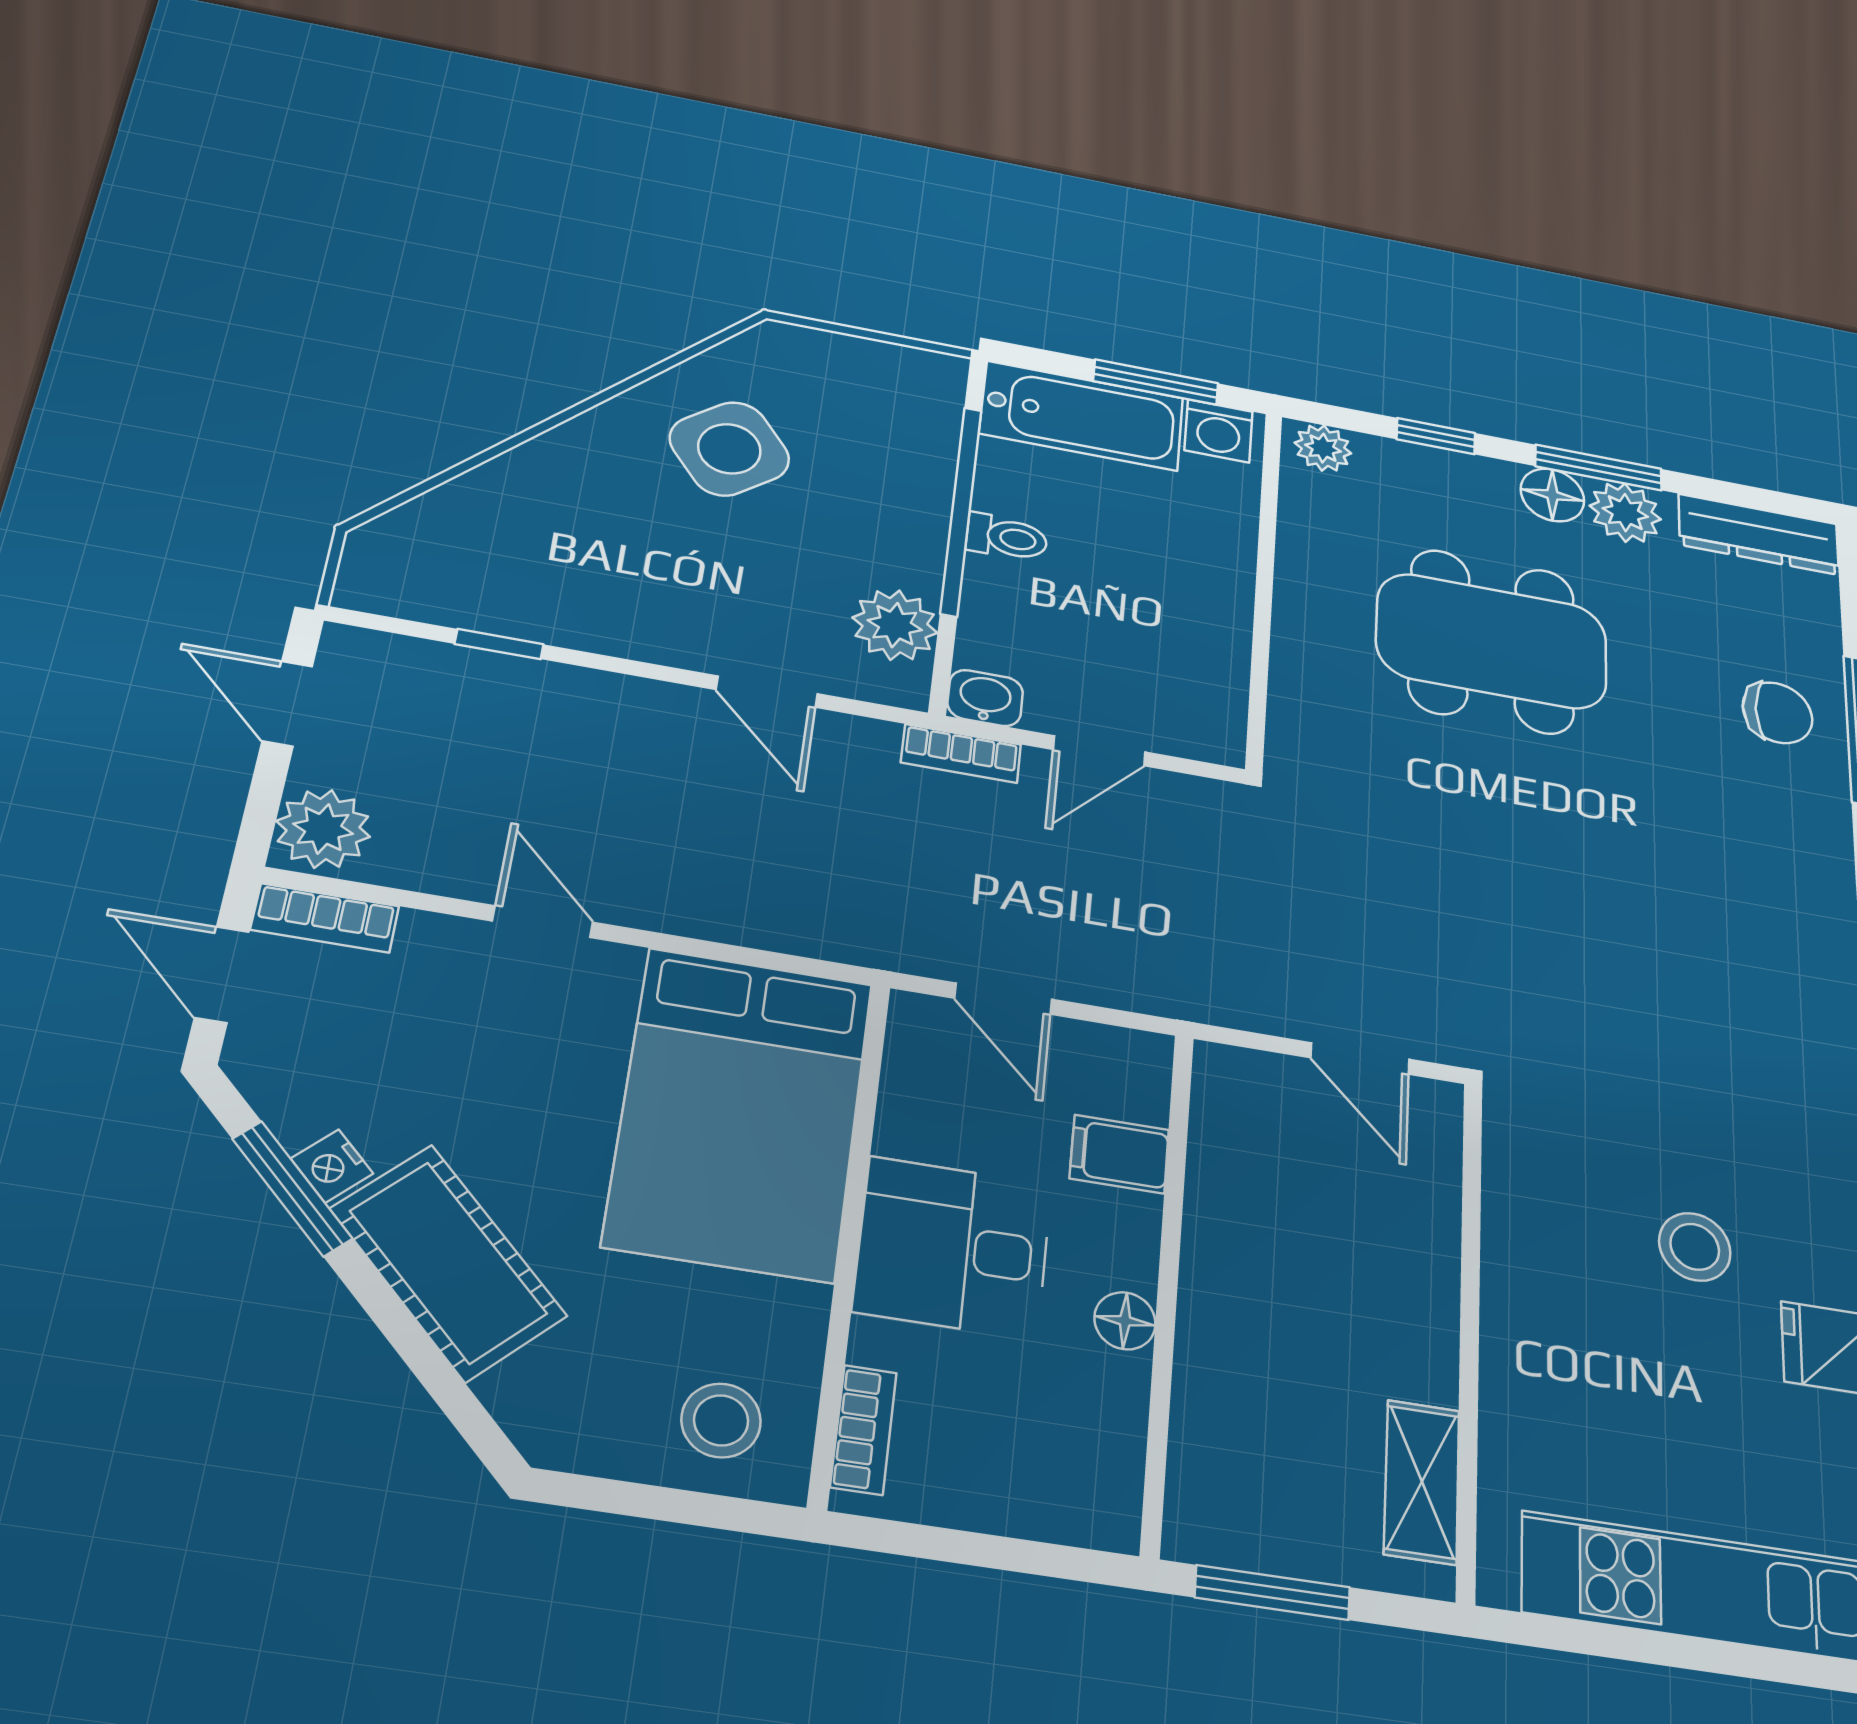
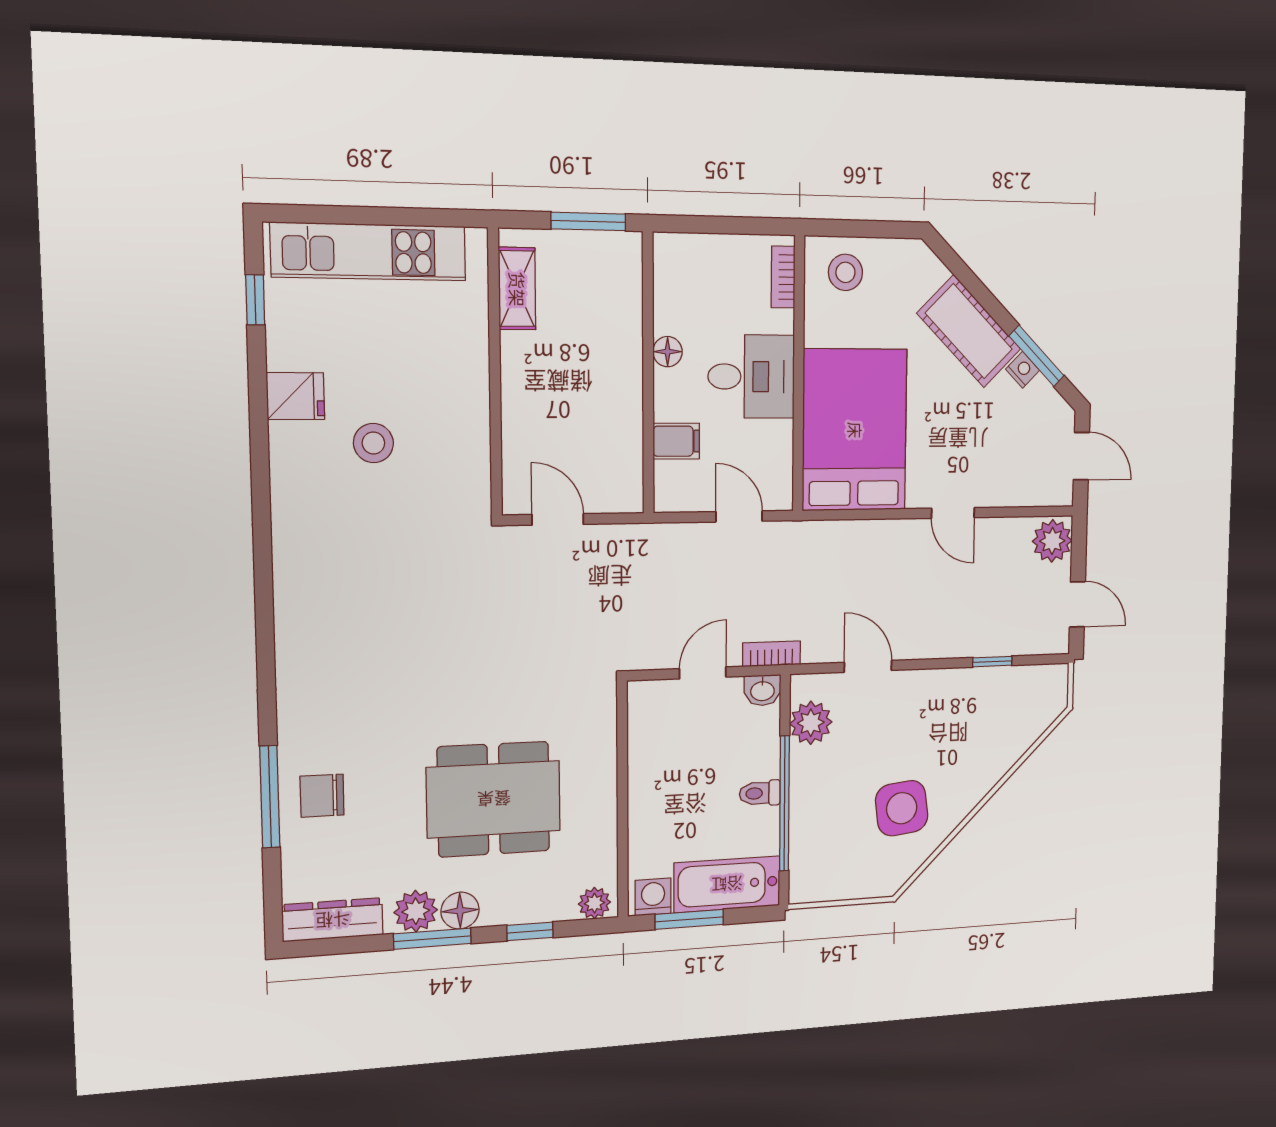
side table: (729, 449) -> (902, 808), turned 31
bookcase: (325, 918) -> (1044, 494), removed

